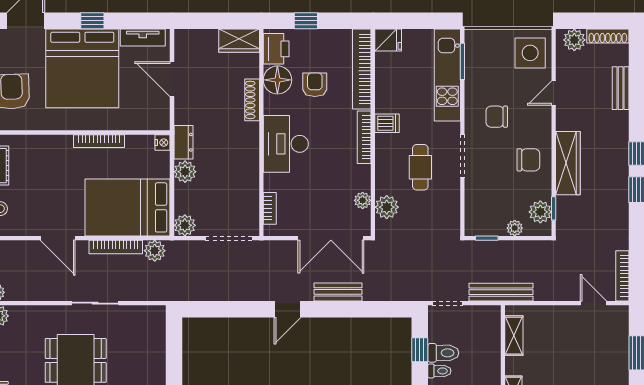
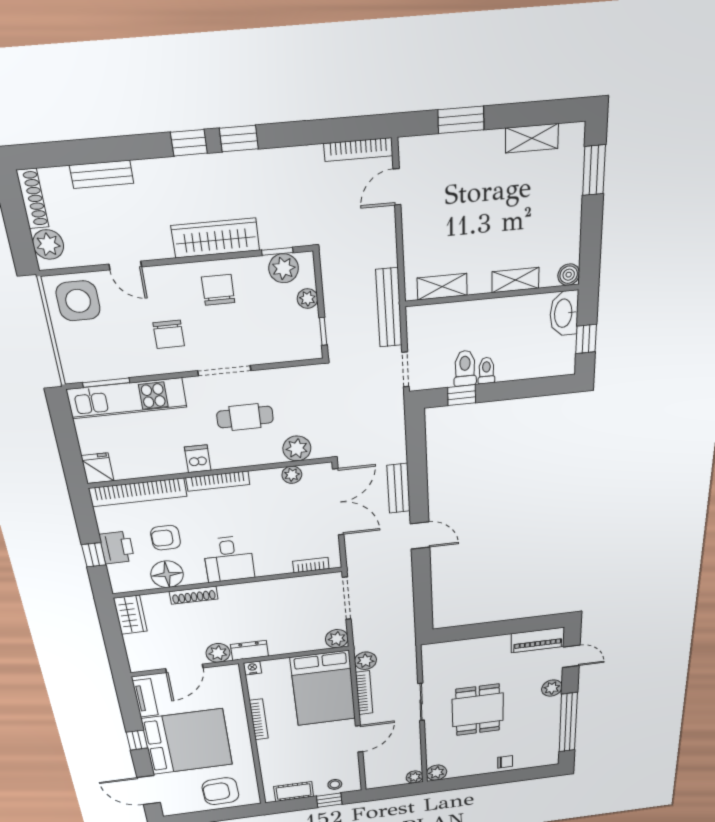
printer: (276, 49) -> (117, 548), moved, turned 90
desk: (286, 144) -> (229, 559), width x0.73
plant: (185, 172) -> (218, 653), moved

